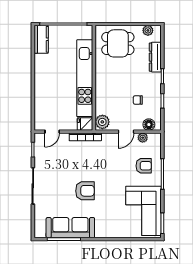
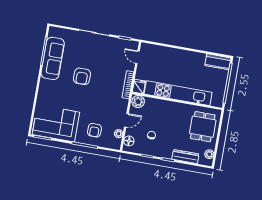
door: (126, 132) -> (126, 120), swing flipped

